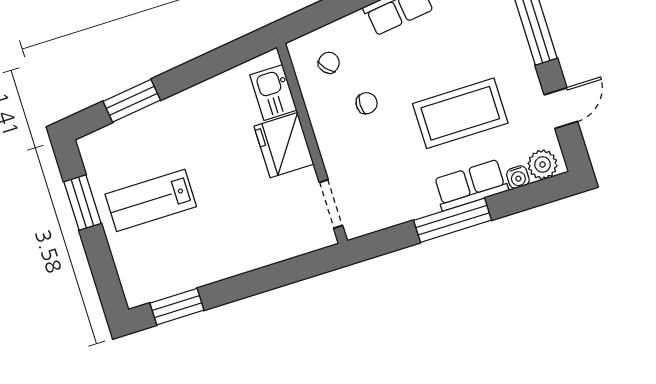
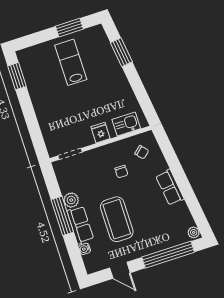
fridge: (284, 145) -> (101, 133), width x0.53, depth x0.75
plant: (543, 165) -> (71, 200), moved

